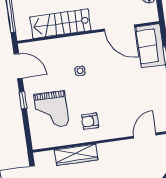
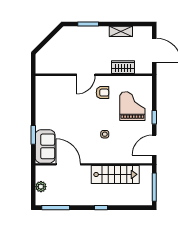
door: (18, 66) -> (154, 145), hinge flipped
door: (145, 136) -> (86, 75), moved
wardrobe: (76, 155) -> (123, 67), width x0.67

